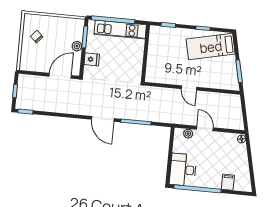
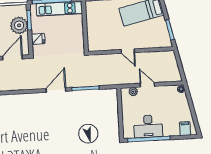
plant: (77, 46) -> (19, 25), width x1.87, depth x1.87
door: (103, 119) -> (56, 90), swing flipped
desk: (183, 170) -> (148, 126), moved, turned -90
filing cabinet: (228, 182) -> (185, 129), moved

